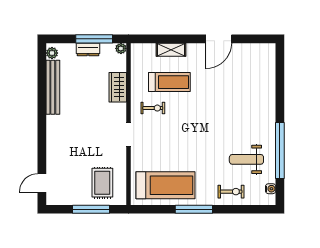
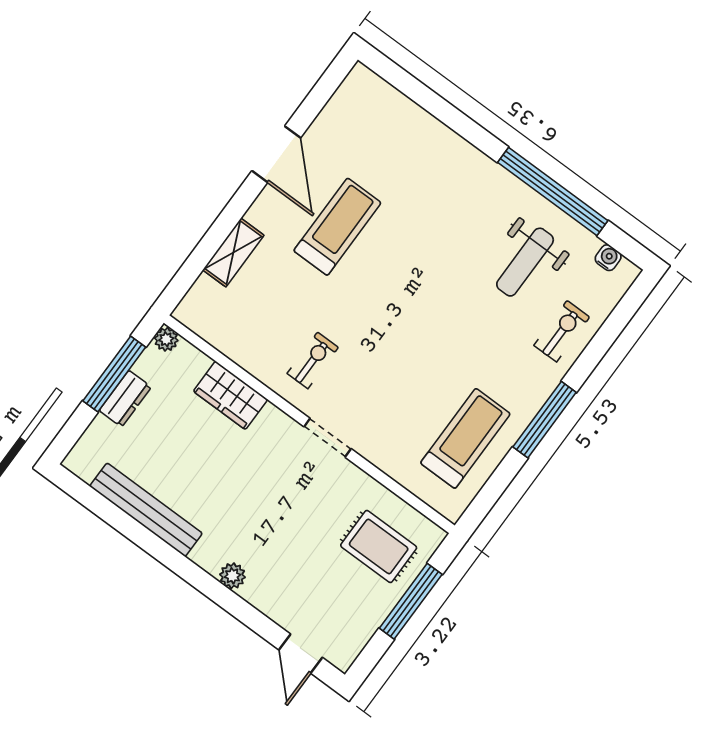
plant: (52, 53) -> (233, 576), moved
treadmill: (169, 82) -> (337, 227), moved
treadmill: (166, 185) -> (465, 438), width x0.73, depth x0.73

